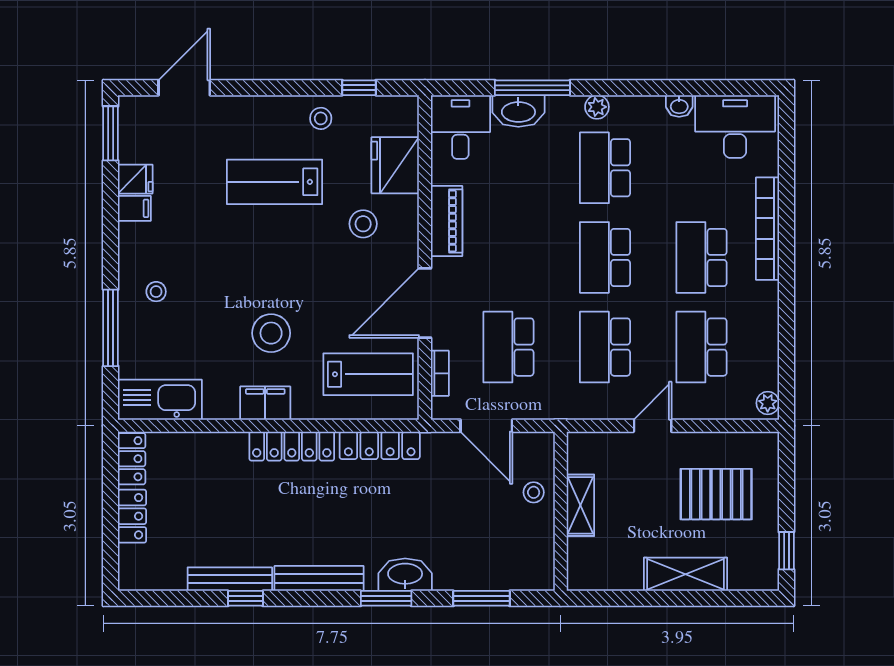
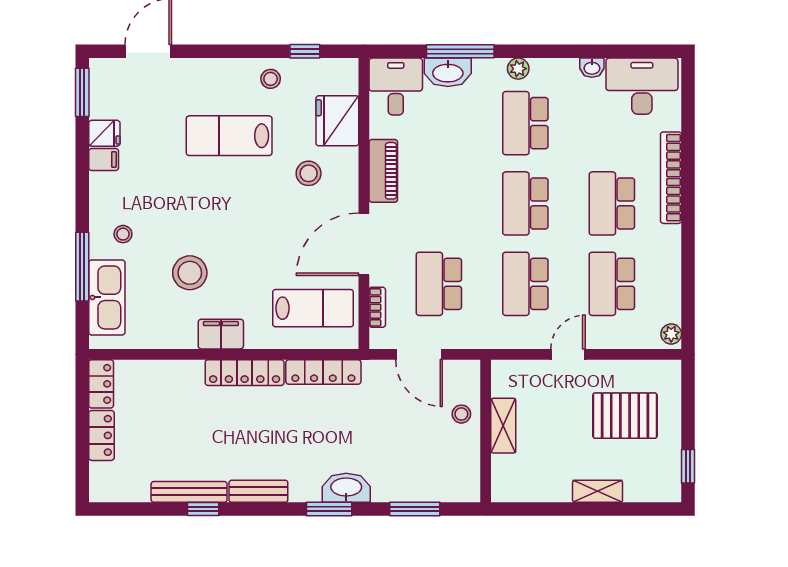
stool: (271, 333) -> (190, 273), moved
kitchen sink: (160, 400) -> (107, 297), moved, turned 90
shelving: (686, 574) -> (598, 491), width x0.67, depth x0.75
bench: (319, 578) -> (258, 491), width x0.73

